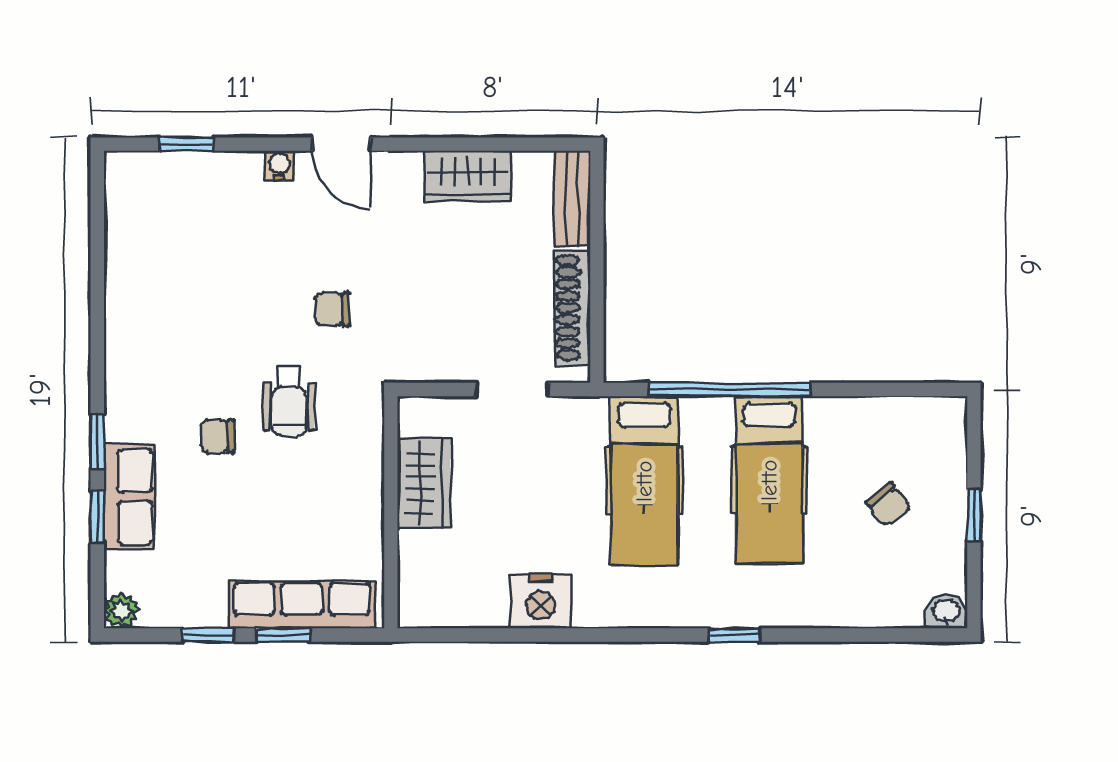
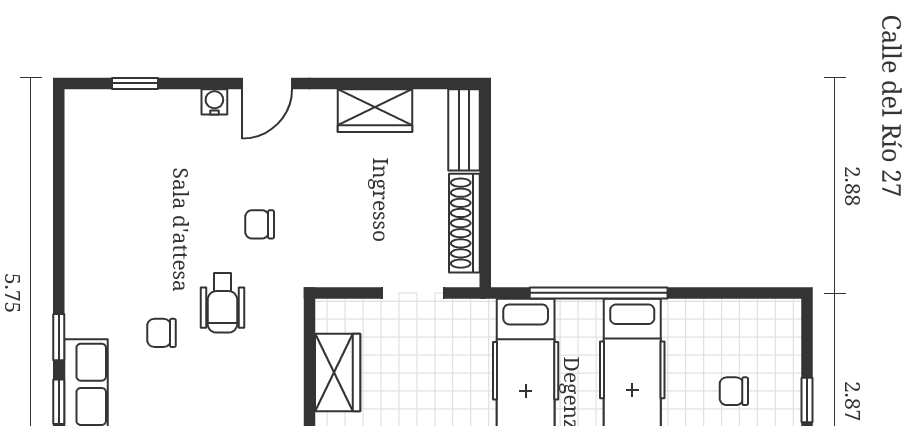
door: (341, 144) -> (267, 83), hinge flipped
chair: (888, 505) -> (734, 391), turned 128

